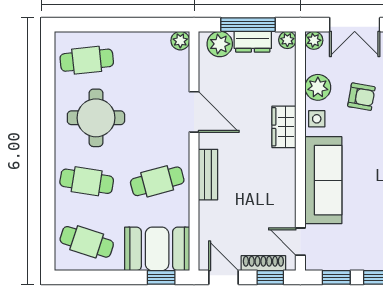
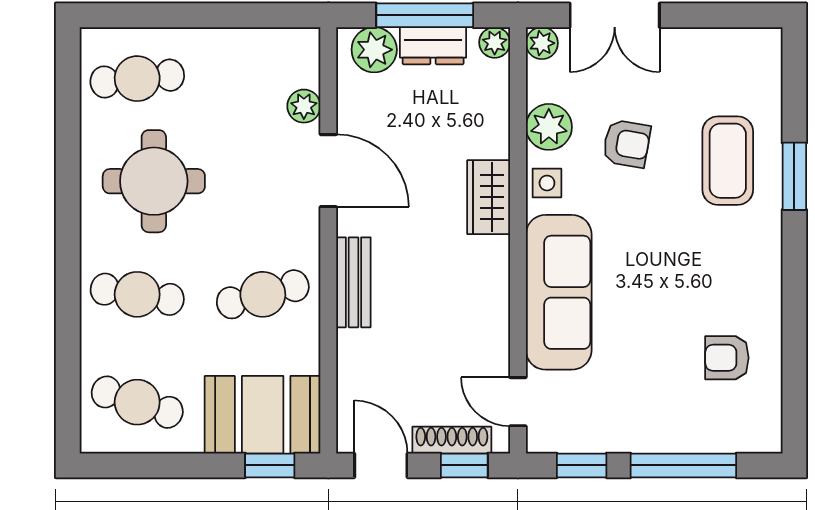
plant: (180, 41) -> (304, 106), moved

